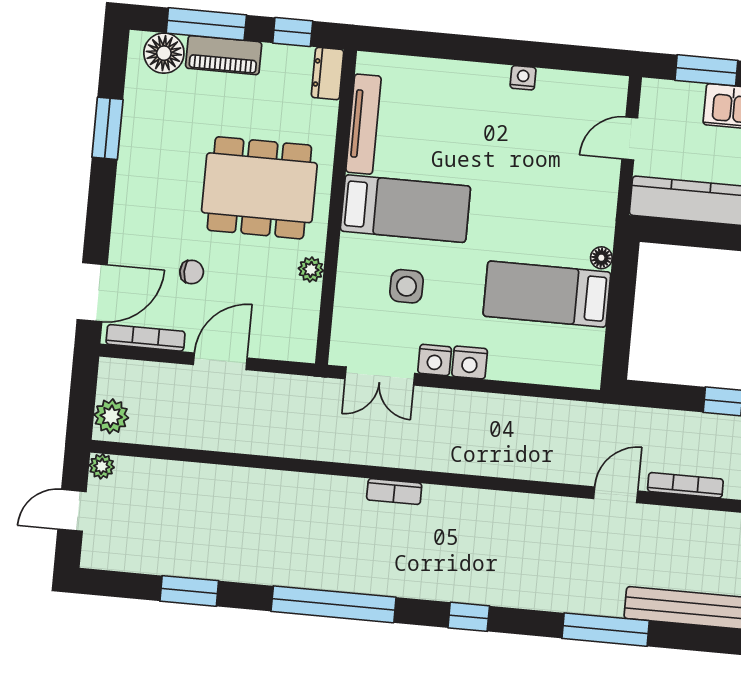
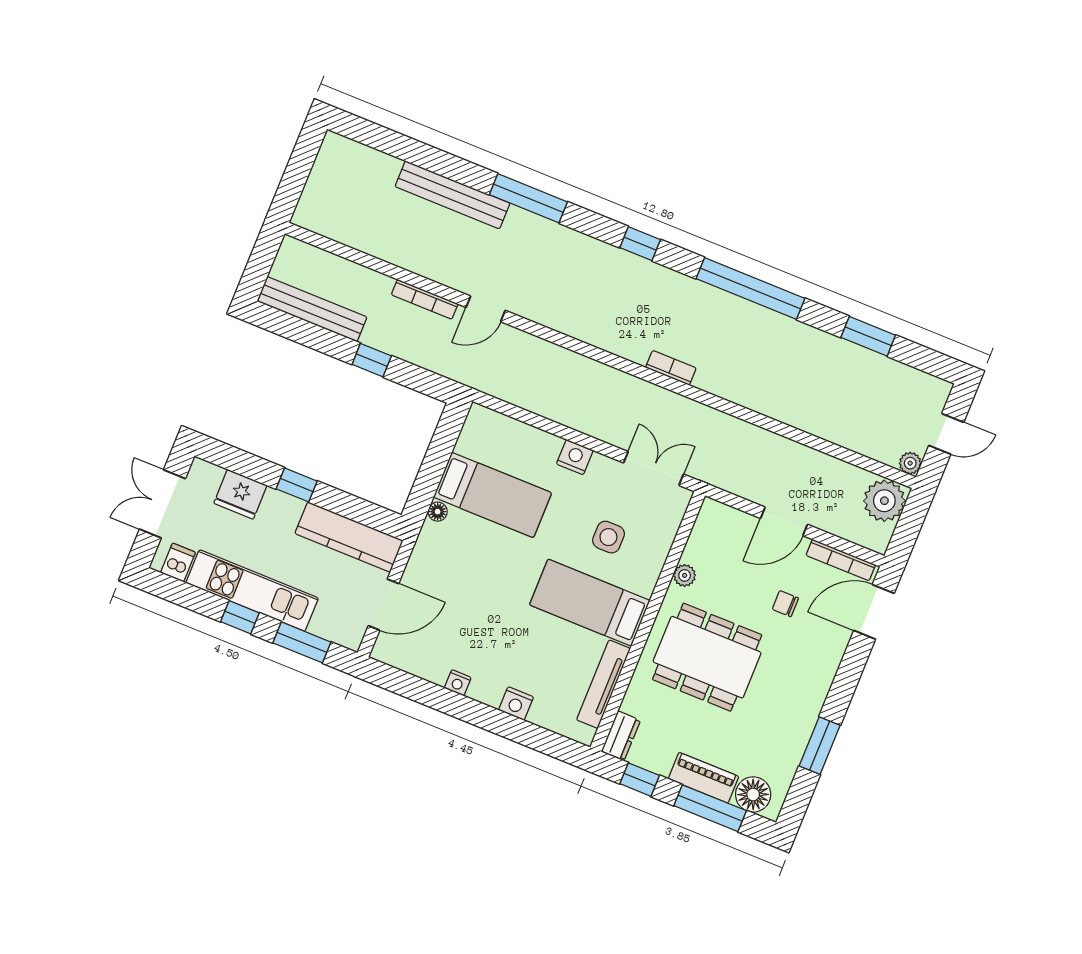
door: (630, 138) -> (383, 605), width x1.38
nightstand: (435, 360) -> (516, 703), moved, turned 180
plant: (111, 416) -> (884, 501), width x1.36, depth x1.36

